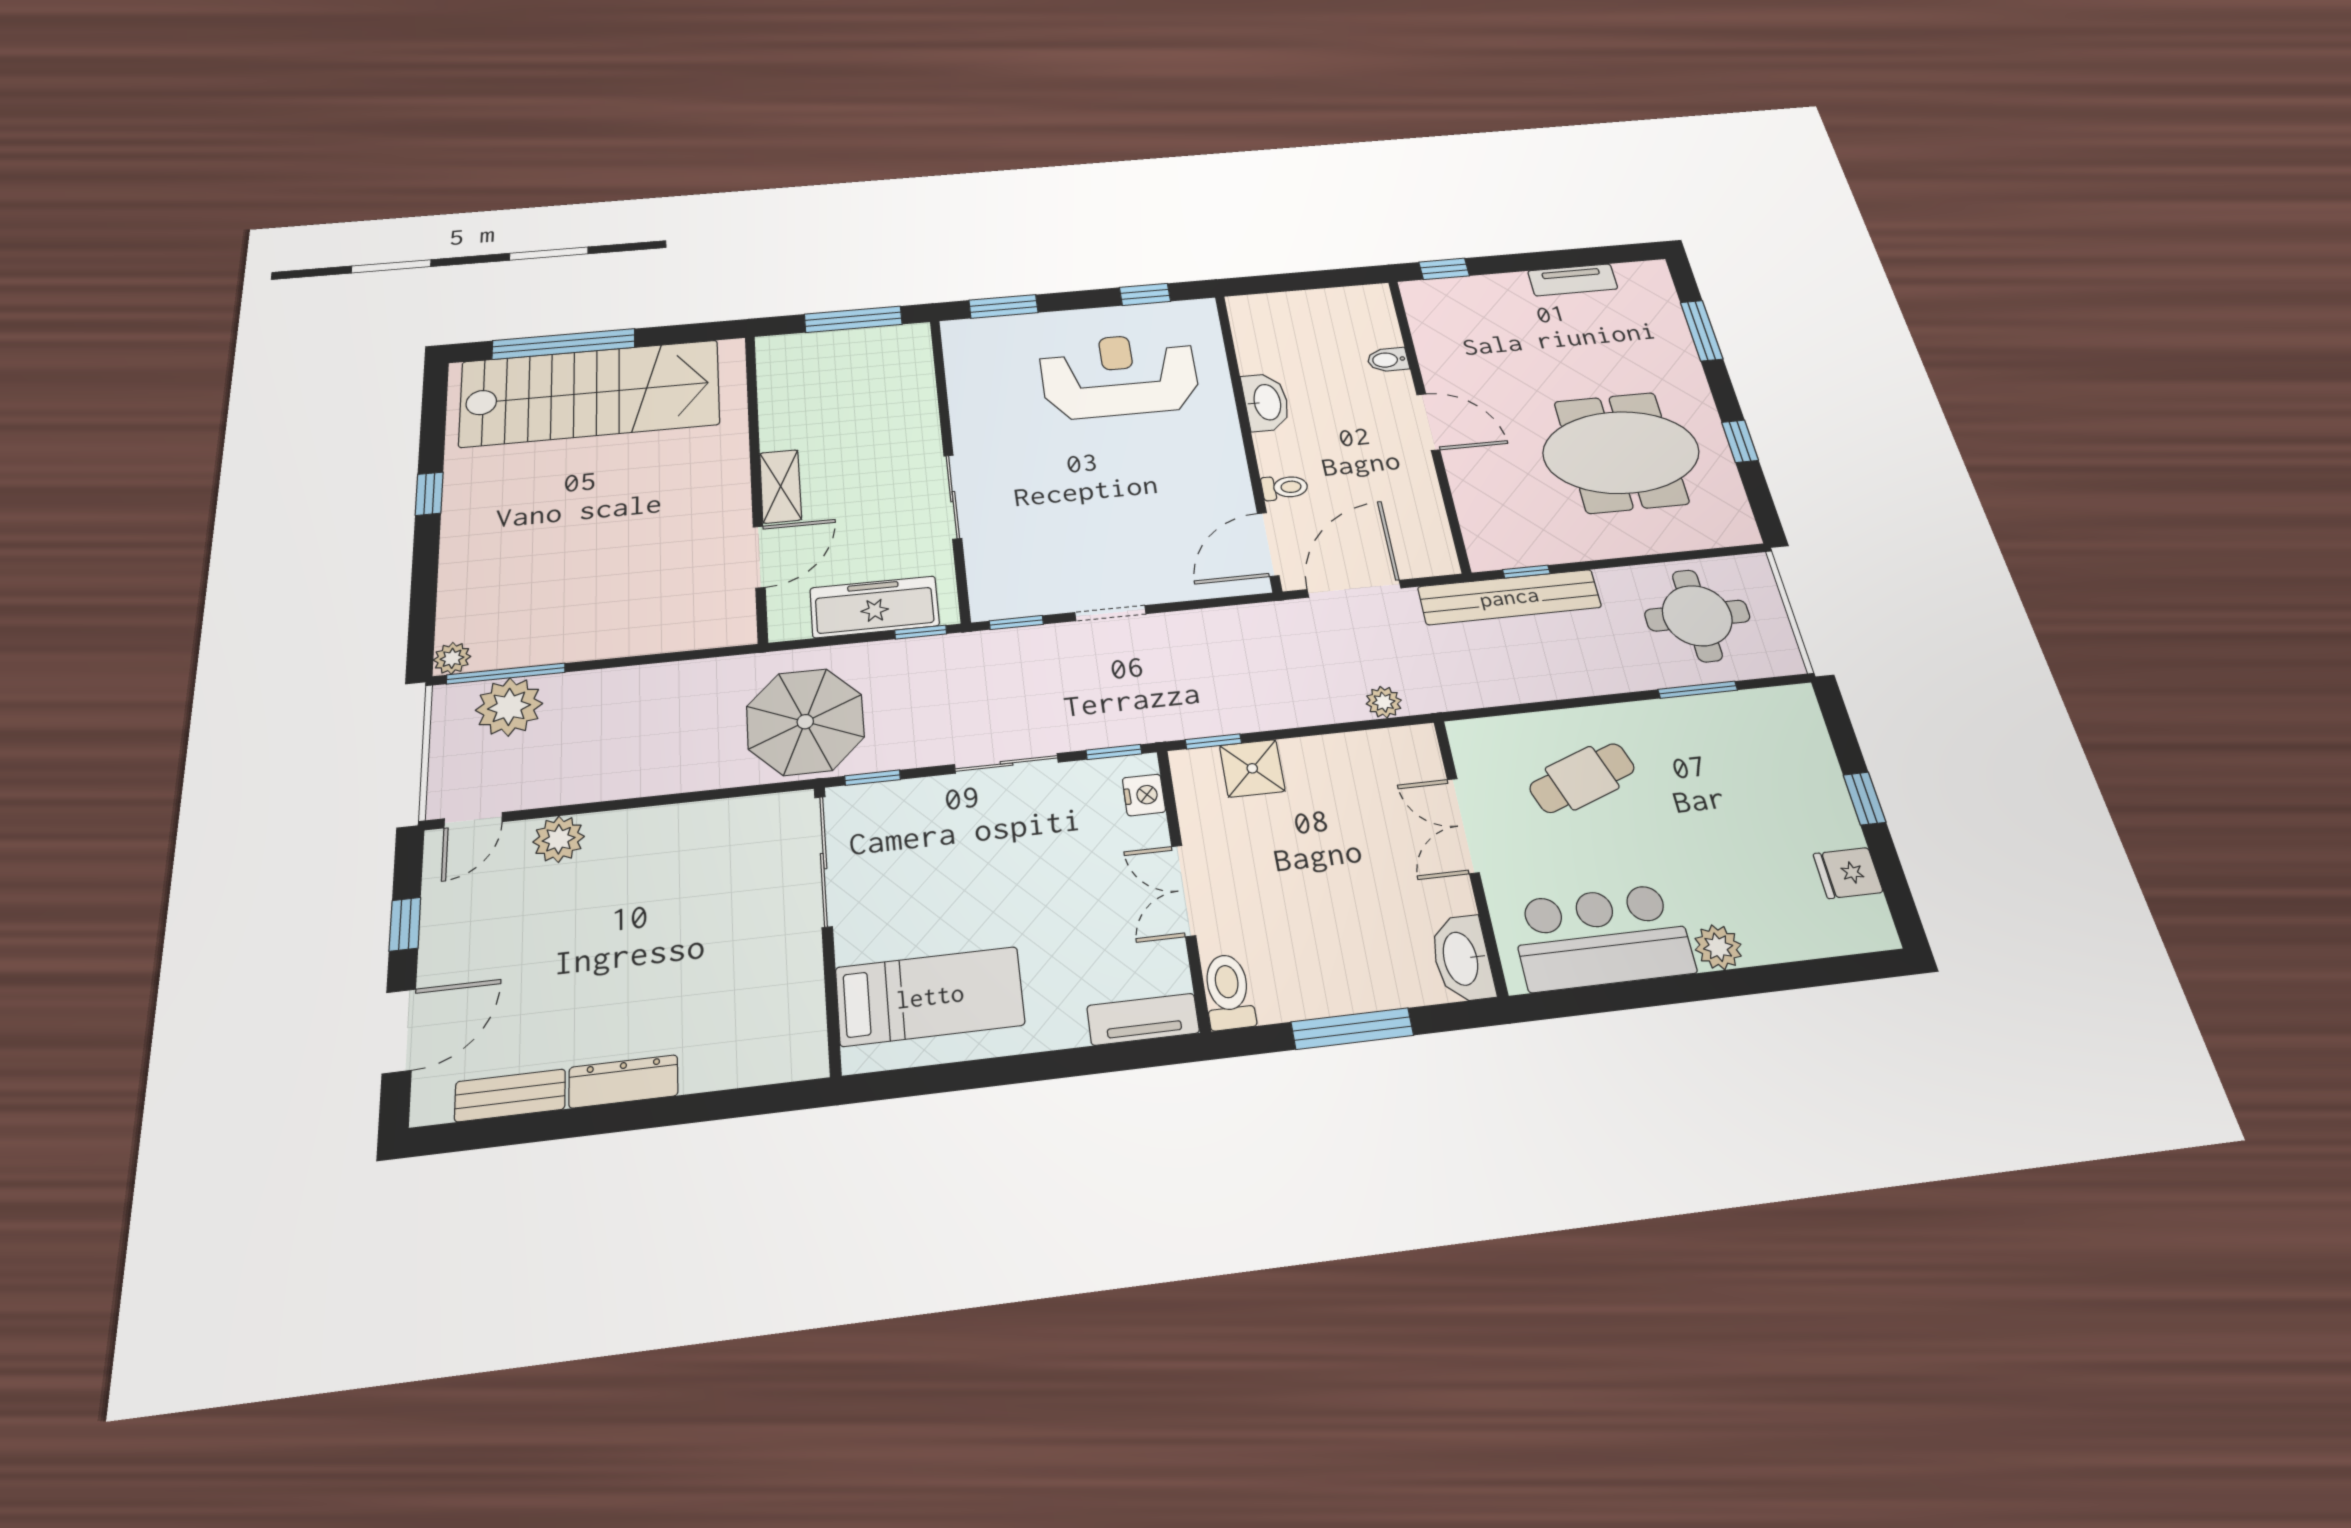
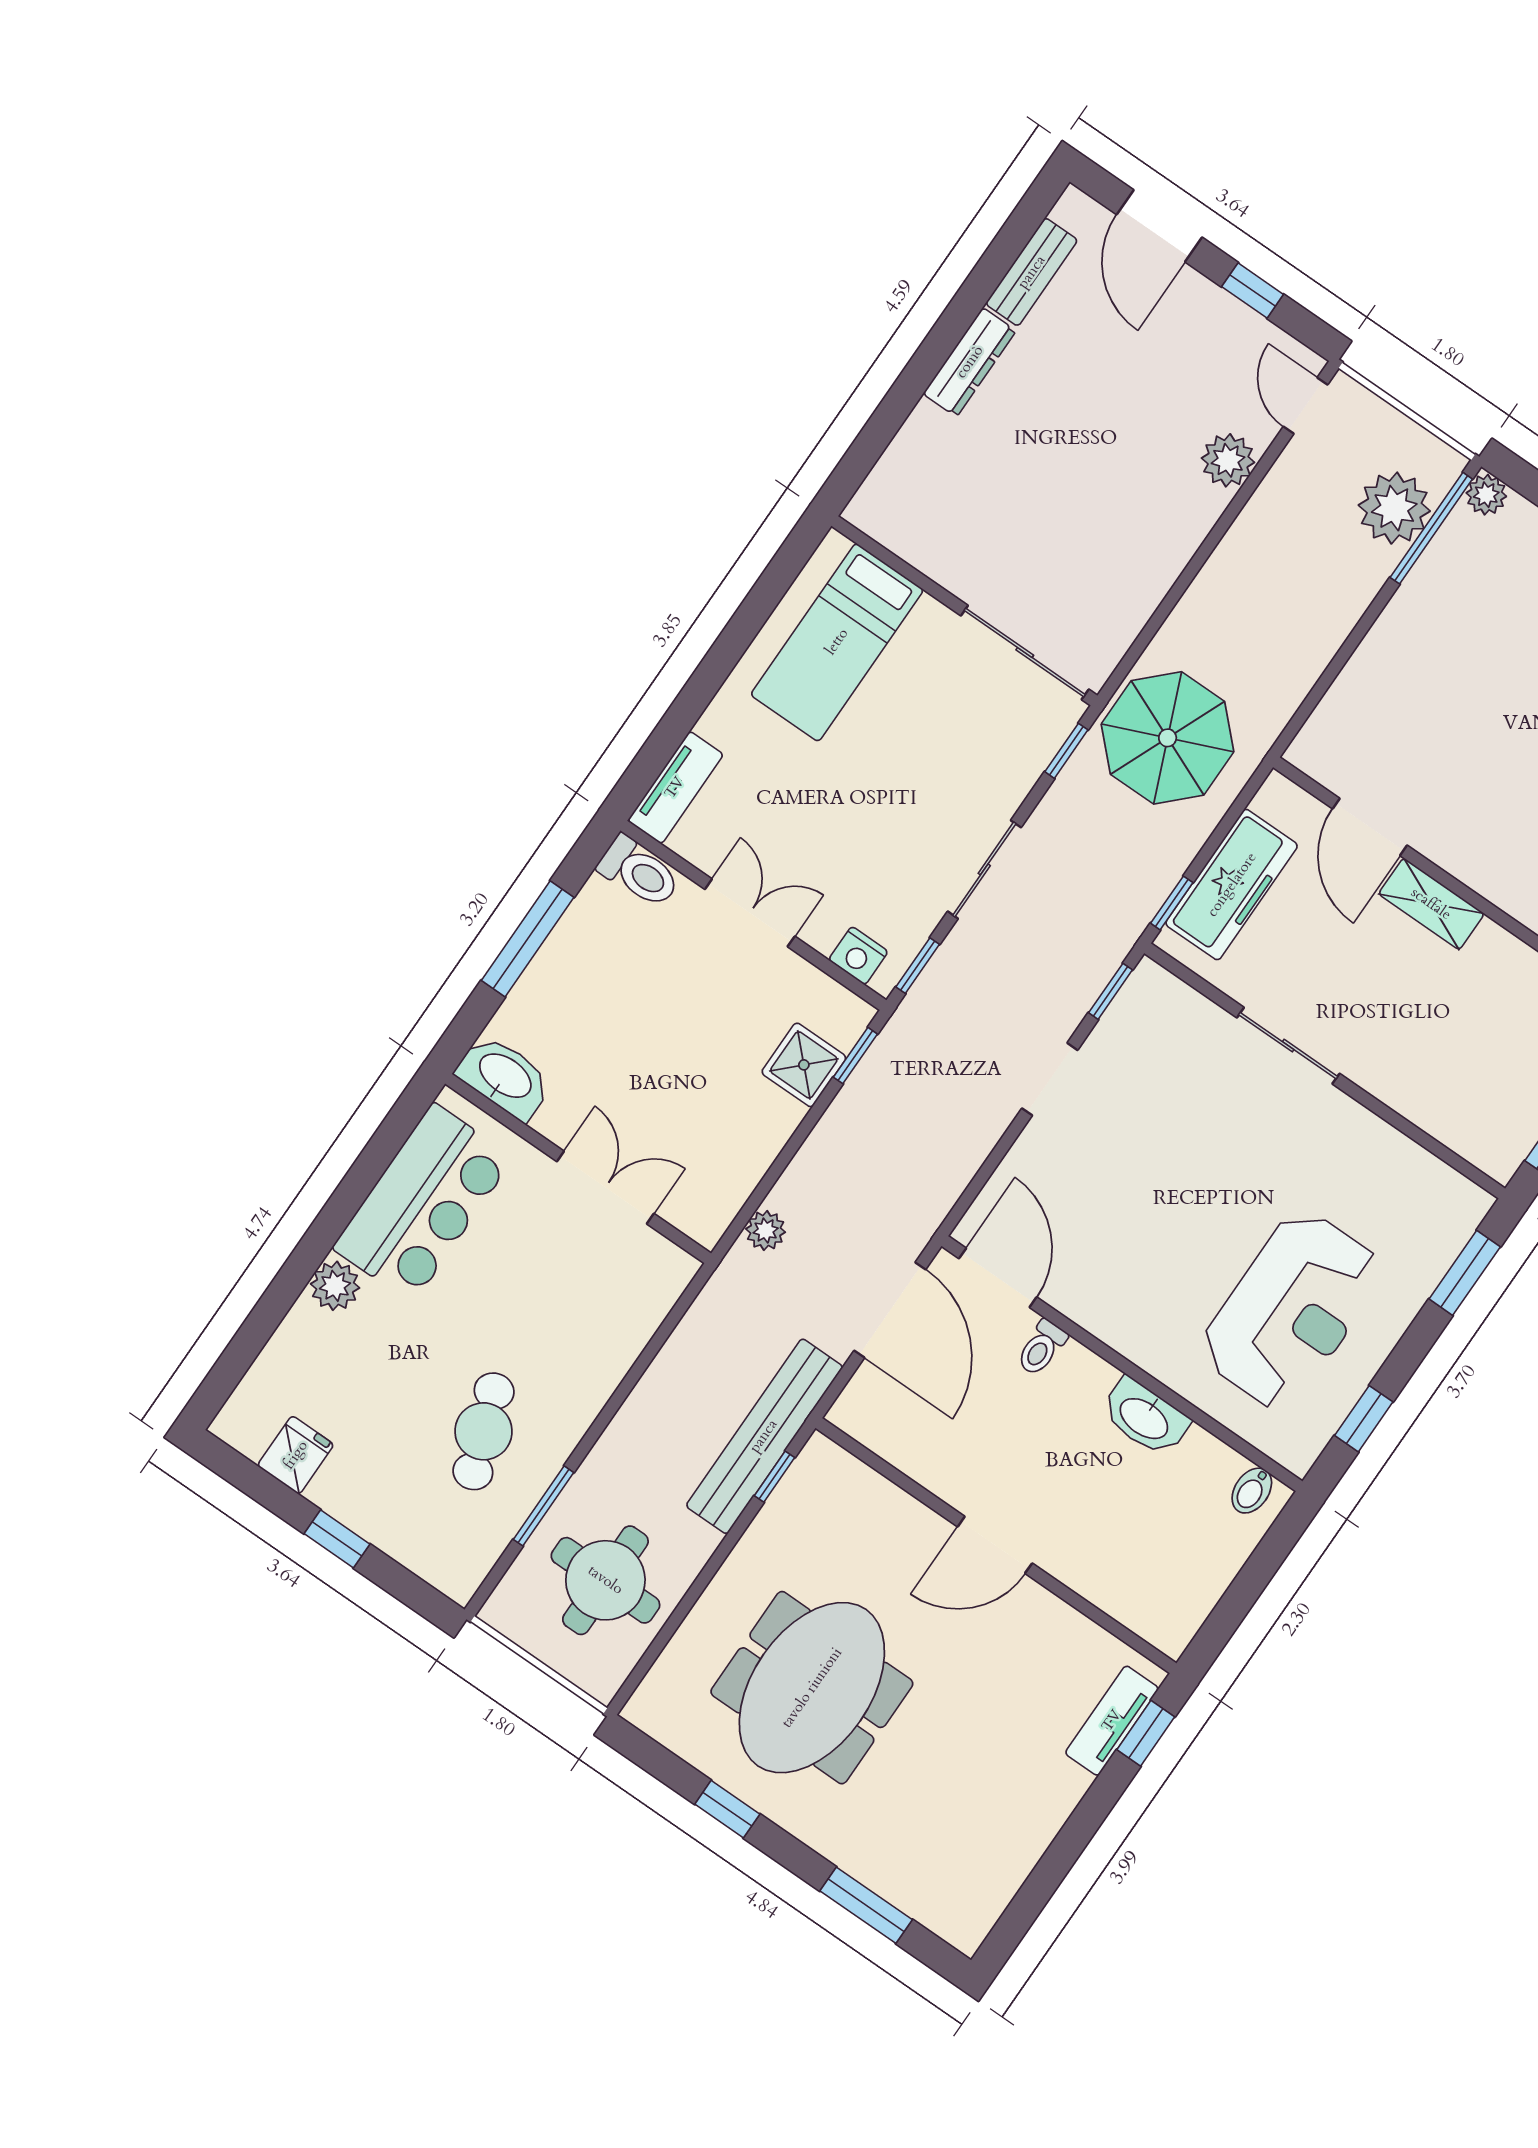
tv unit: (1573, 280) -> (1112, 1721), moved
bidet: (1388, 360) -> (1252, 1491), moved, turned 180
cafe table: (1582, 778) -> (483, 1431), moved

